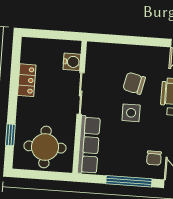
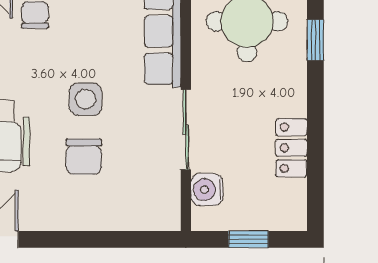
window: (52, 35) -> (248, 239), added
chair: (134, 83) -> (84, 157), turned 77

